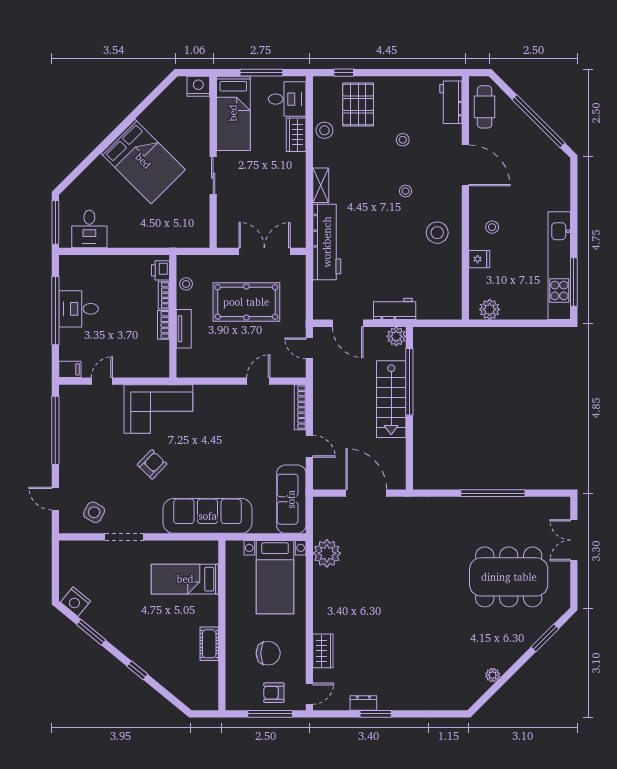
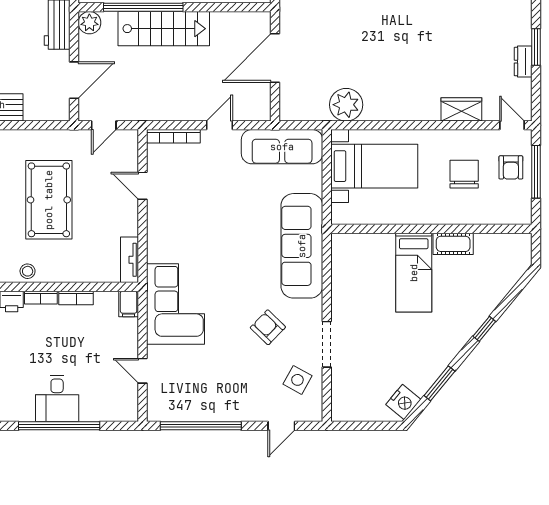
tv unit: (184, 329) -> (130, 260), moved, turned -90
filing cabinet: (70, 369) -> (129, 304), moved, turned 180
armchair: (152, 464) -> (268, 327), moved
bed: (185, 579) -> (414, 273), moved

